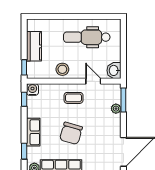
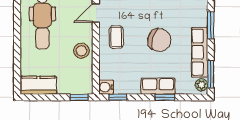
kitchen counter: (34, 46) -> (38, 85), moved
window: (24, 151) -> (165, 97), moved

